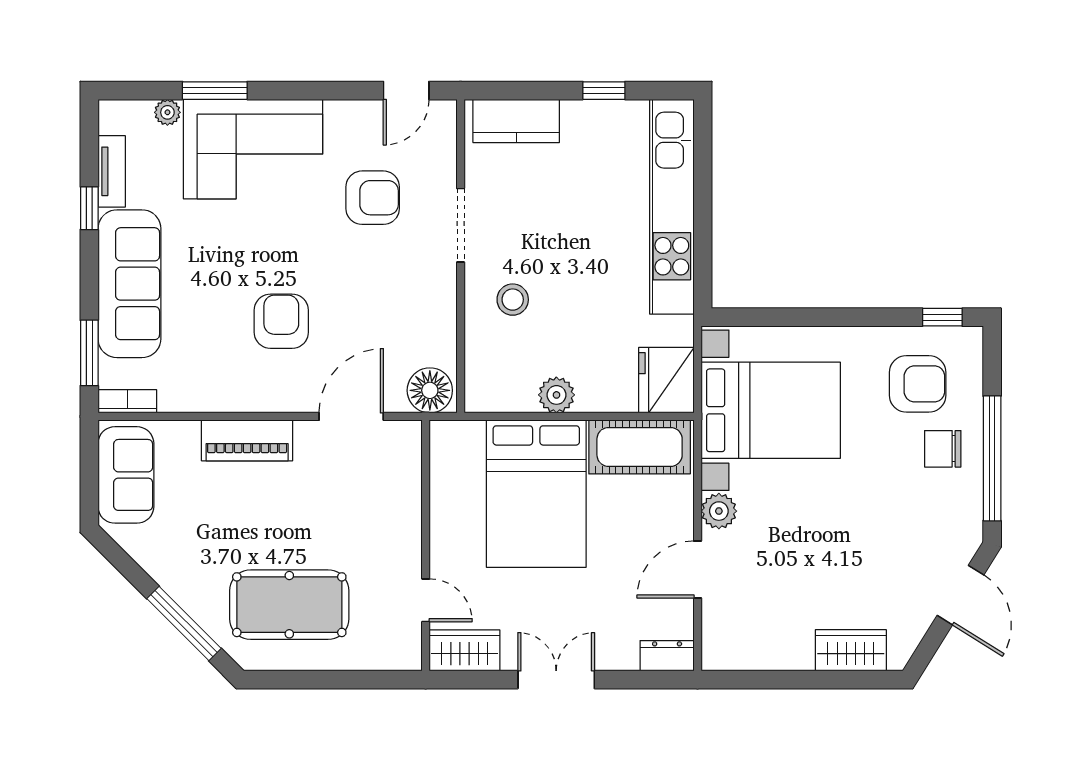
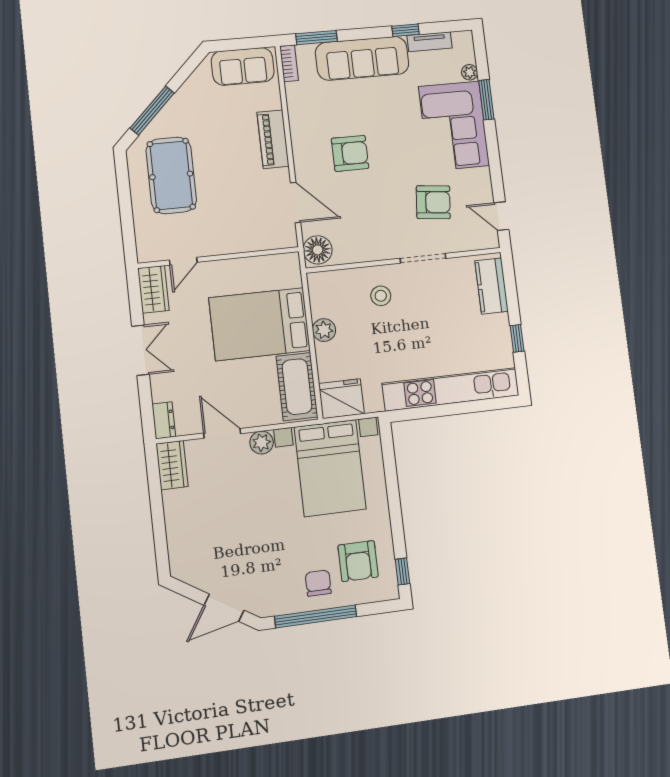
armchair: (373, 198) -> (433, 202), turned -84
wardrobe: (851, 650) -> (172, 465), moved

